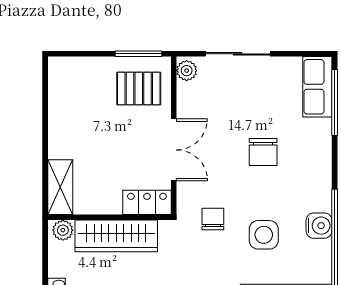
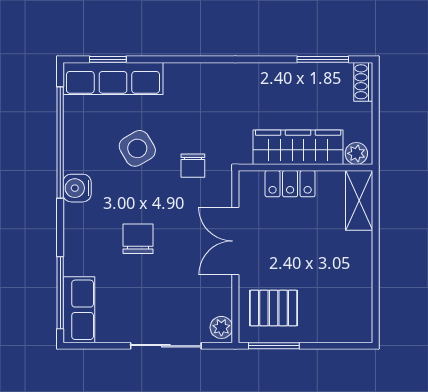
locker: (147, 202) -> (290, 184), moved
water cooler: (319, 226) -> (77, 188), moved
side table: (264, 235) -> (137, 148), turned -30

